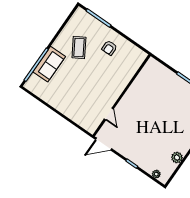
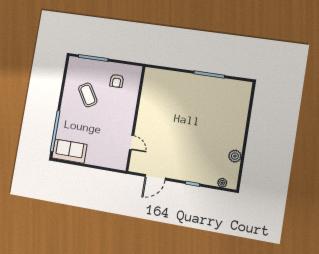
sofa: (49, 64) -> (69, 151), moved, turned -90
wall: (122, 95) -> (135, 119), moved
door: (109, 114) -> (132, 143), moved

